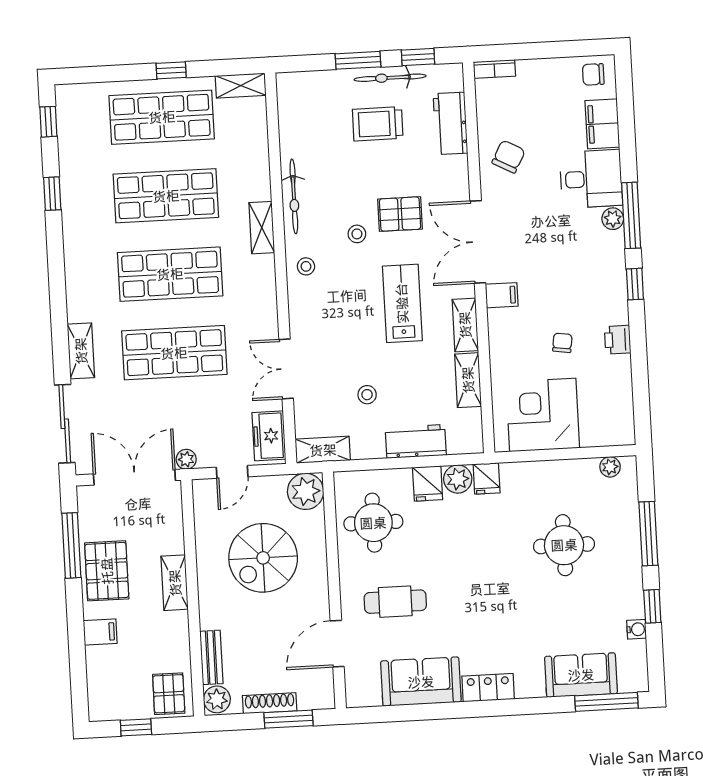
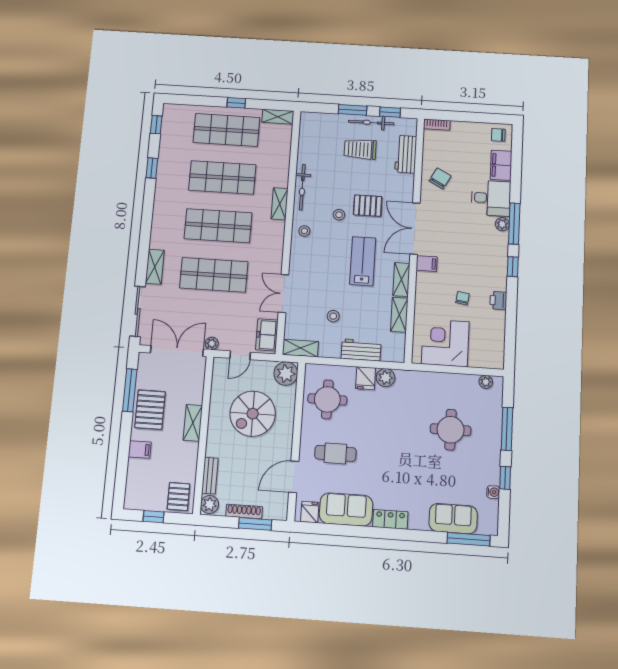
fridge: (487, 478) -> (310, 512), moved, turned 180

